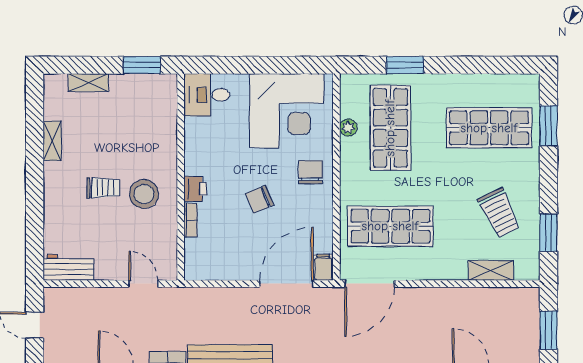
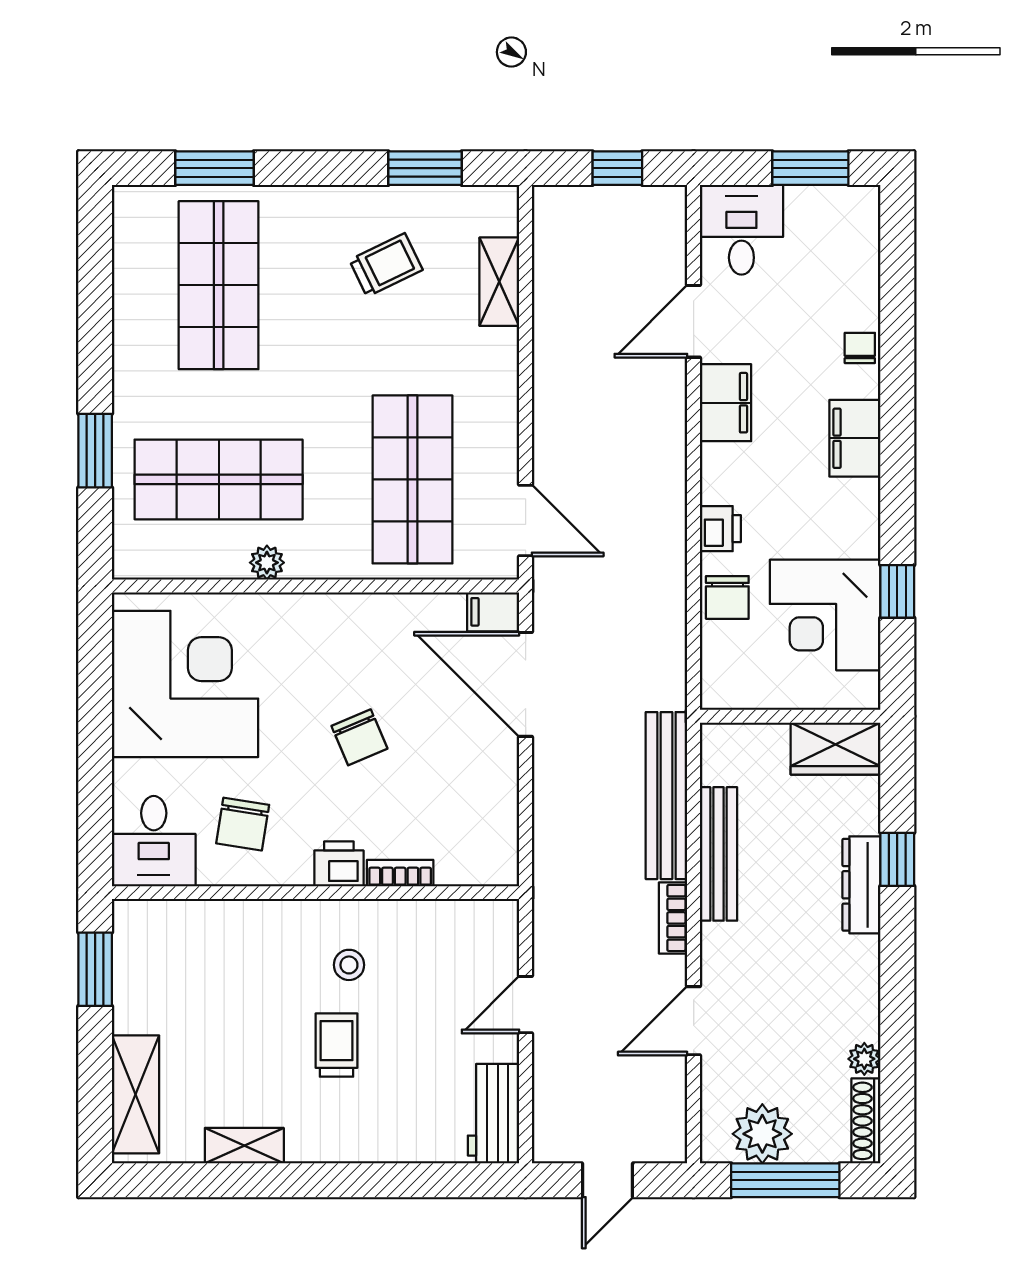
shelving: (88, 83) -> (135, 1094), width x1.50, depth x1.33
plant: (348, 128) -> (267, 563), moved
chair: (310, 172) -> (243, 824), moved, turned -81
stool: (144, 194) -> (349, 965), width x0.53, depth x0.53
trolley: (499, 213) -> (386, 265), width x0.73, depth x0.72
door: (143, 284) -> (526, 1005), moved
door: (370, 284) -> (526, 520), width x0.73
window: (548, 330) -> (617, 168), width x0.67

